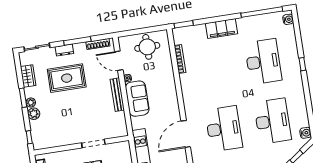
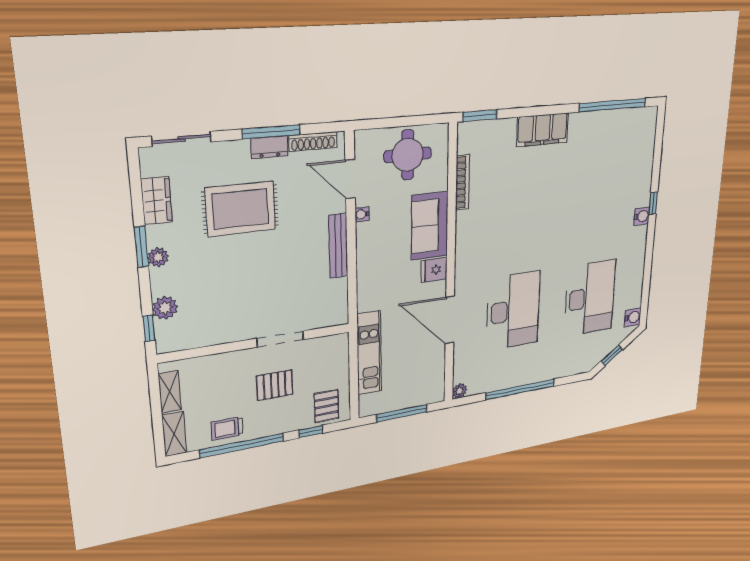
water cooler: (288, 19) -> (642, 216), moved
dresser: (64, 50) -> (269, 147), moved
desk: (263, 62) -> (597, 195), removed
sofa: (137, 99) -> (430, 226), moved, turned 180
fridge: (172, 106) -> (434, 270), added
plant: (34, 114) -> (165, 308), moved
door: (186, 134) -> (450, 320), hinge flipped

